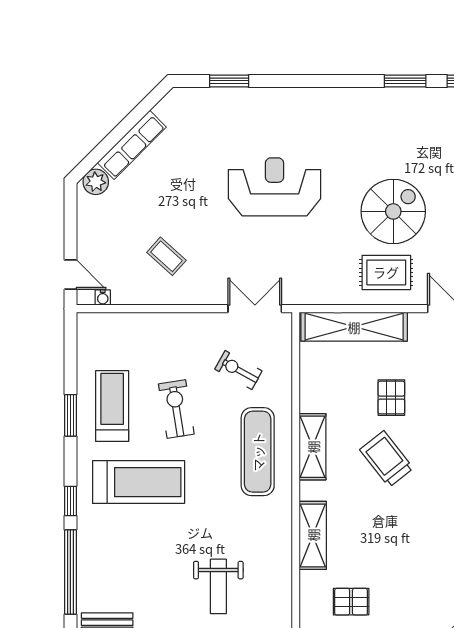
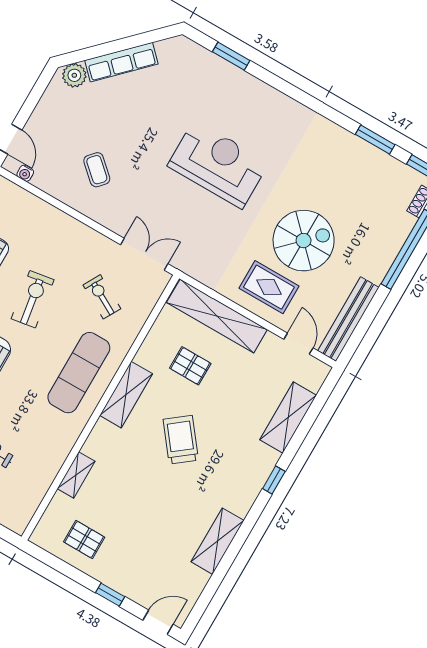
pallet: (391, 398) -> (190, 366), moved, turned 90
shelving: (313, 535) -> (76, 475), width x0.67, depth x0.75

